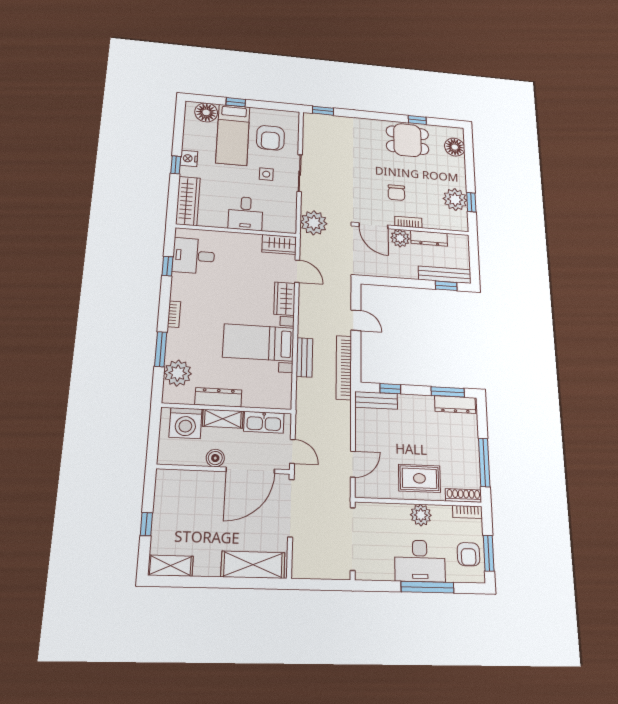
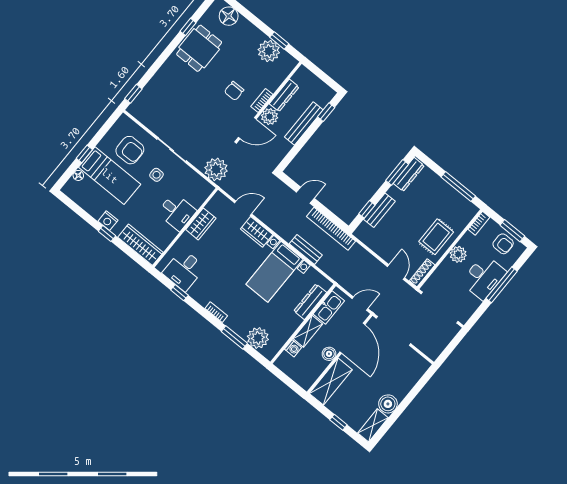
floor lamp: (206, 112) -> (78, 175), width x0.53, depth x0.53
chair: (396, 193) -> (234, 91), turned 90
wardrobe: (279, 244) -> (201, 224), moved
bench: (445, 275) -> (304, 123), moved
dresser: (218, 397) -> (310, 302), moved
bench: (376, 400) -> (379, 210), moved
washing machine: (186, 423) -> (293, 348), width x0.53, depth x0.53
shoe rack: (463, 495) -> (422, 273), moved
boiler: (207, 564) -> (388, 404), added
shelving: (253, 565) -> (331, 382), moved

